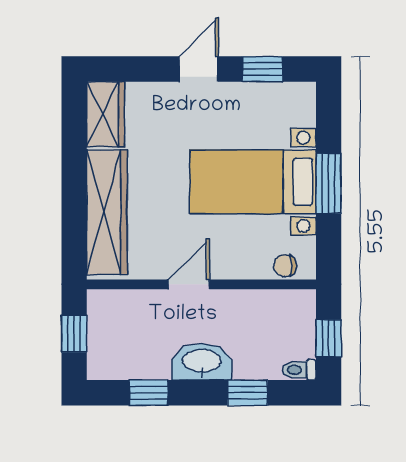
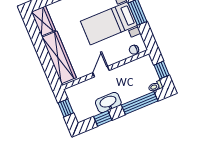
washbasin: (202, 362) -> (108, 103), moved
window: (247, 393) -> (140, 103), width x2.17

